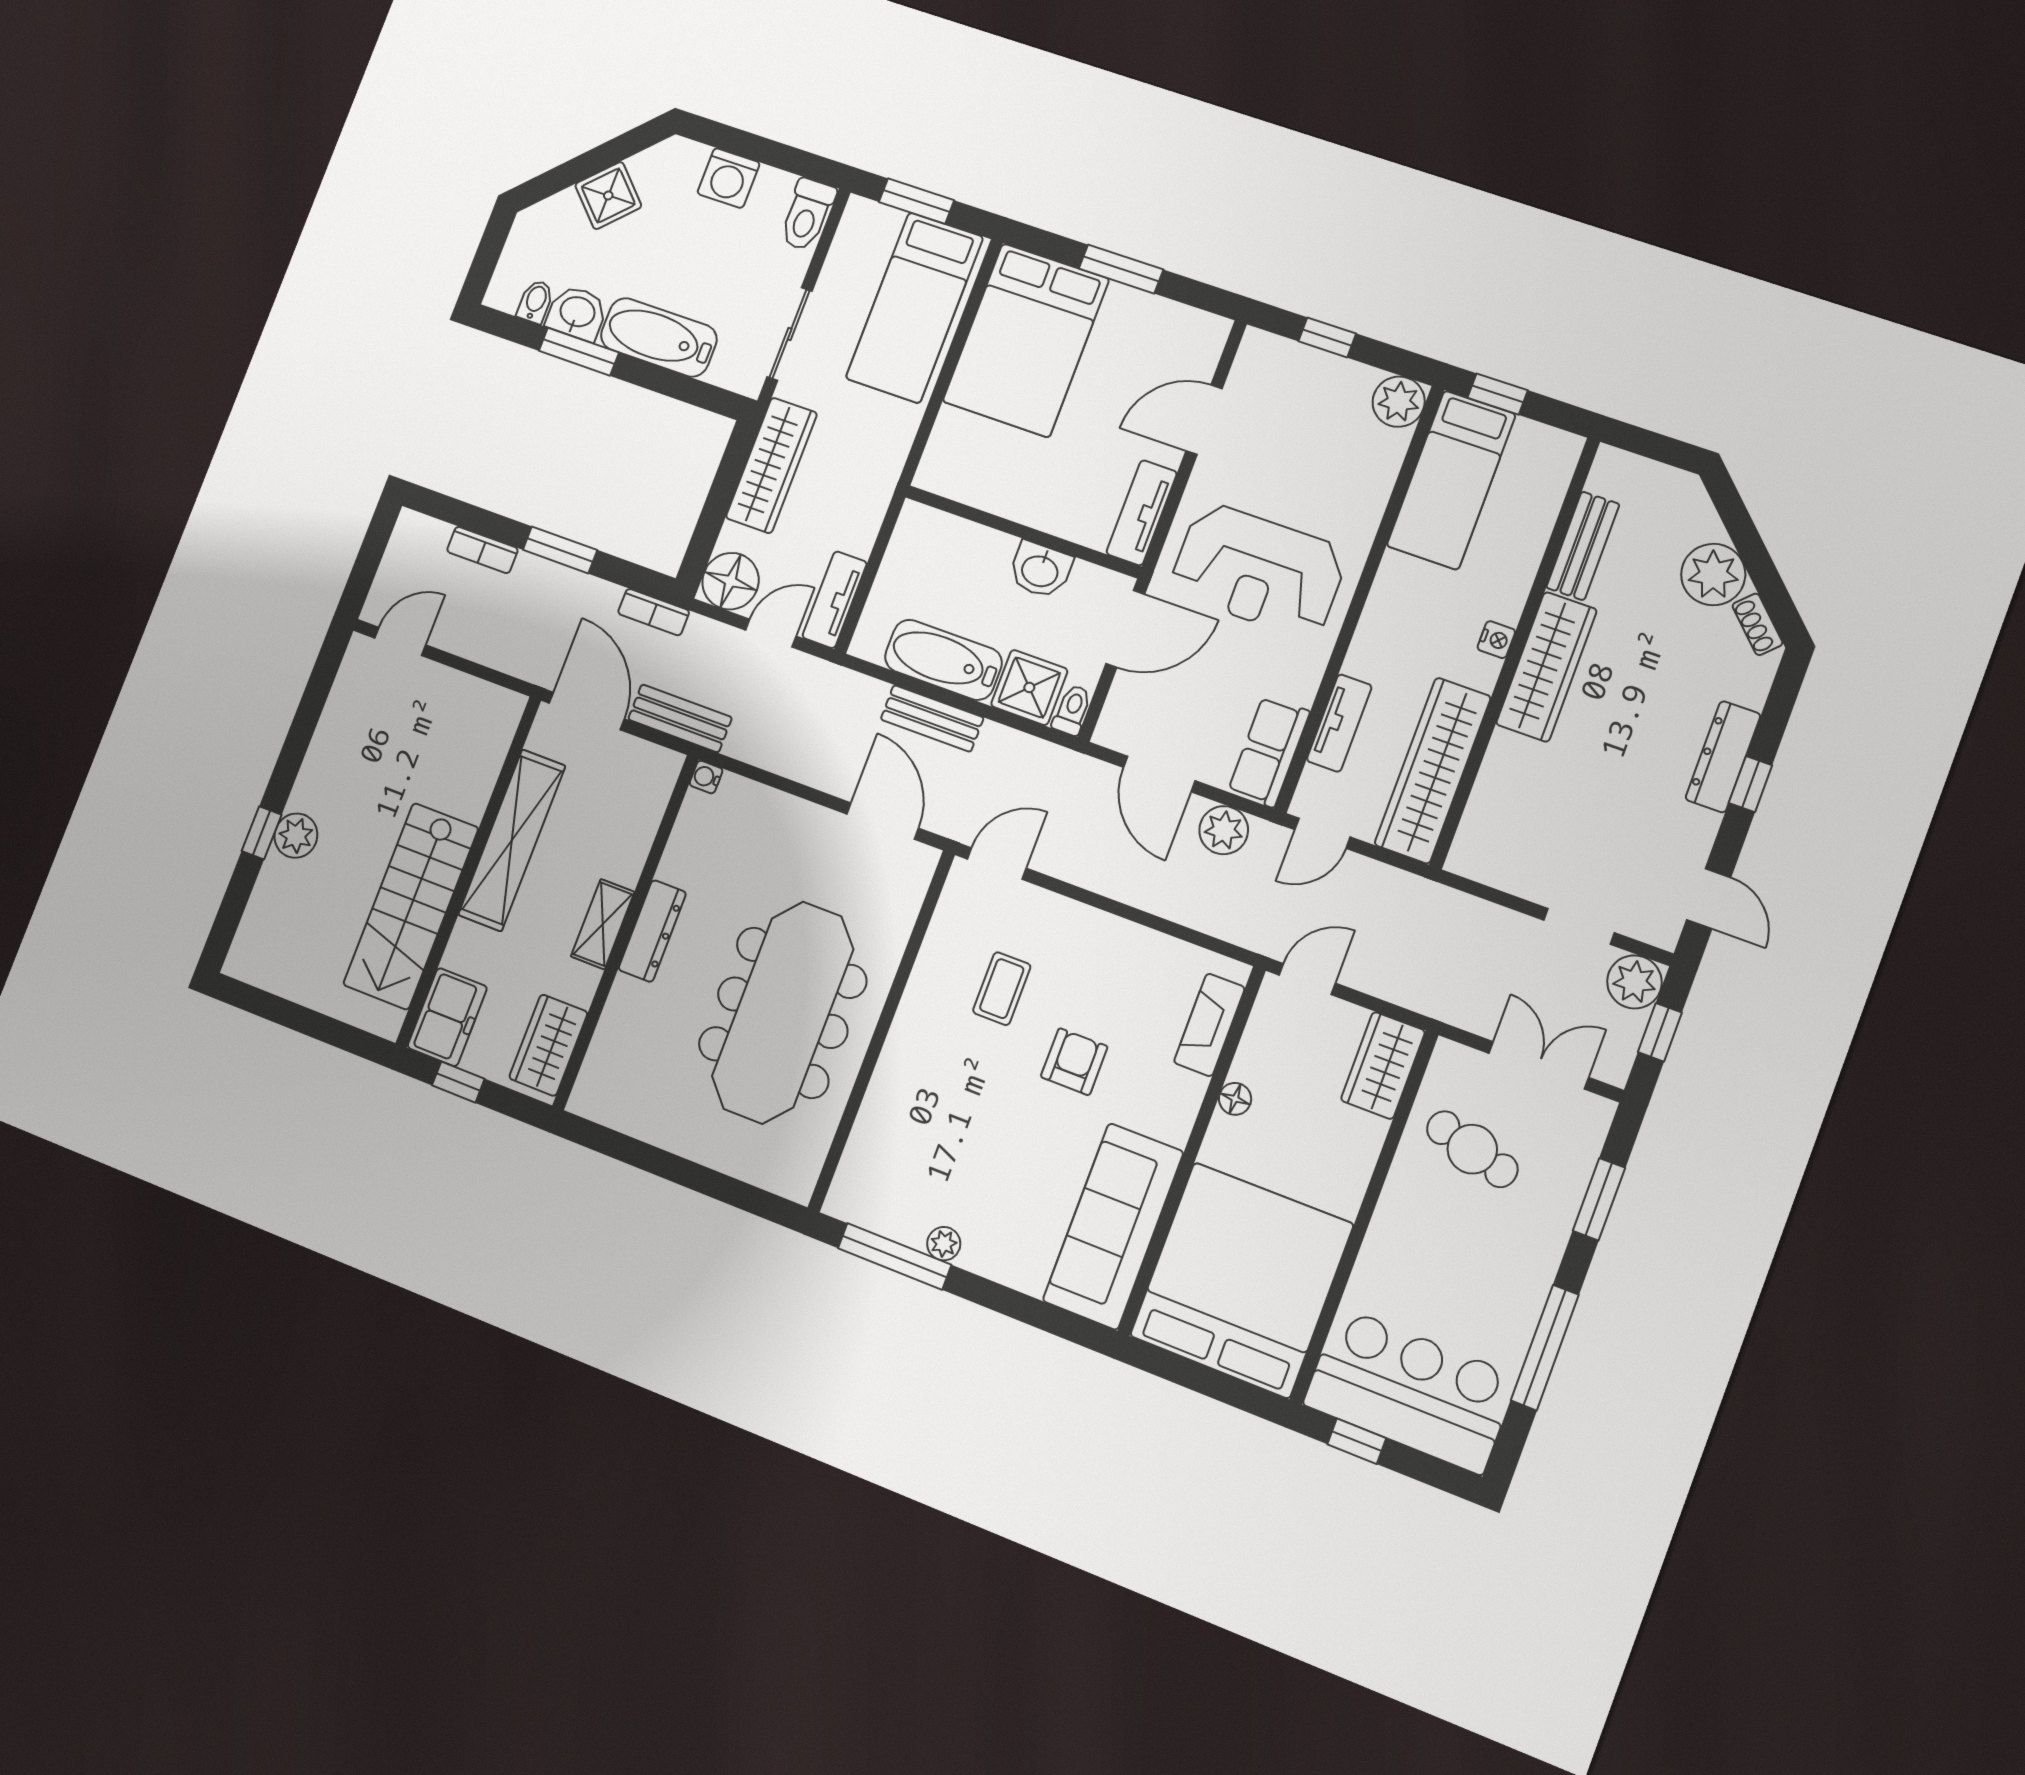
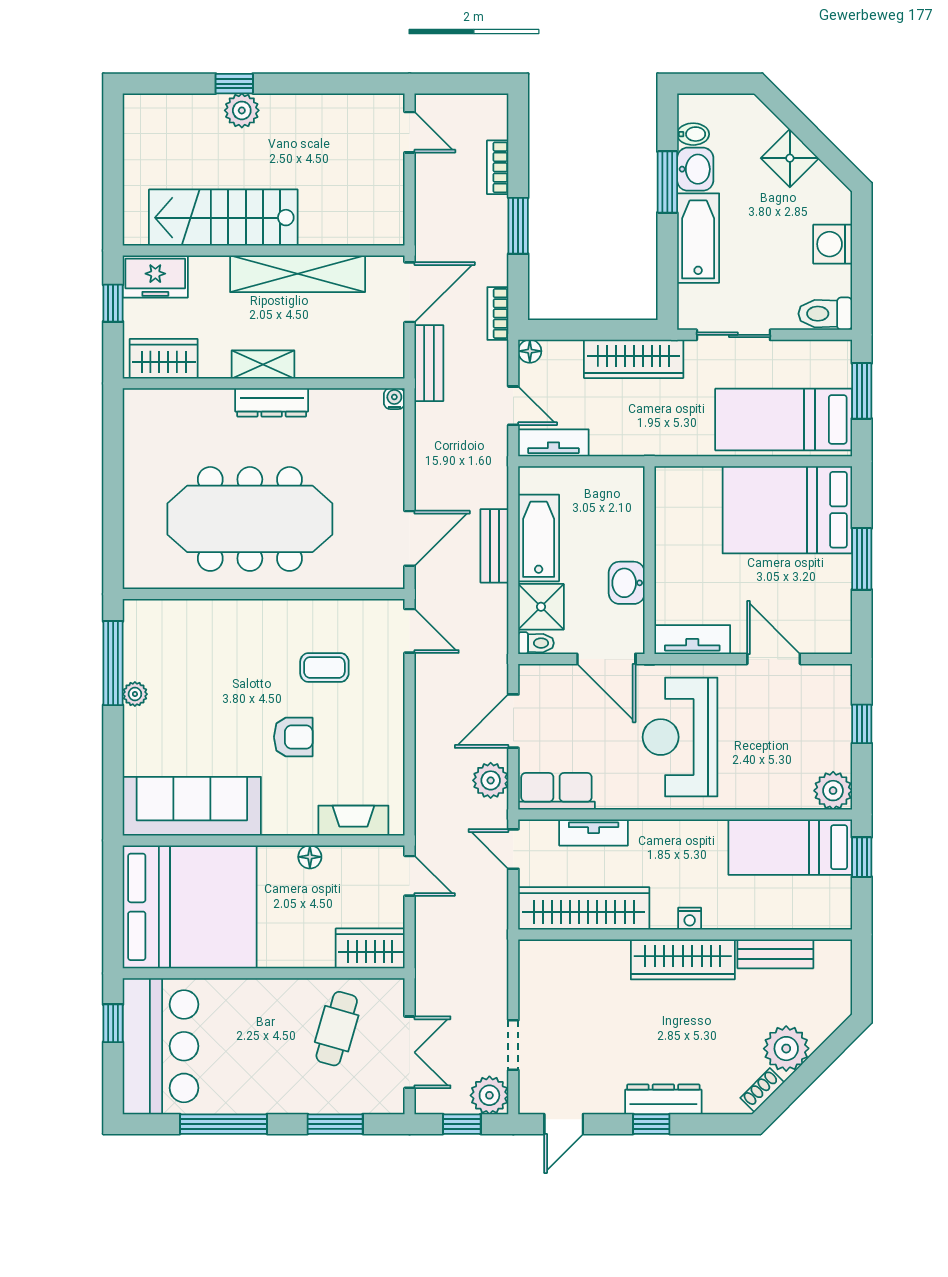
floor lamp: (731, 581) -> (530, 351), width x0.53, depth x0.53

